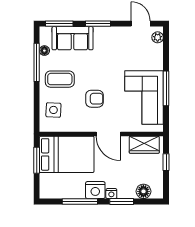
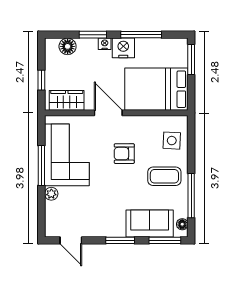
plant: (158, 37) -> (51, 194), moved
floor lamp: (44, 51) -> (182, 224), moved
window: (37, 160) -> (191, 59), moved

